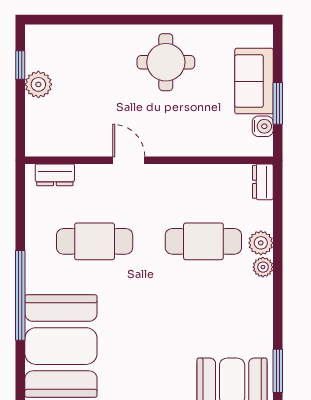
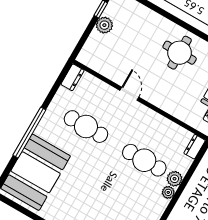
dresser: (55, 175) -> (73, 77), moved, turned -90

